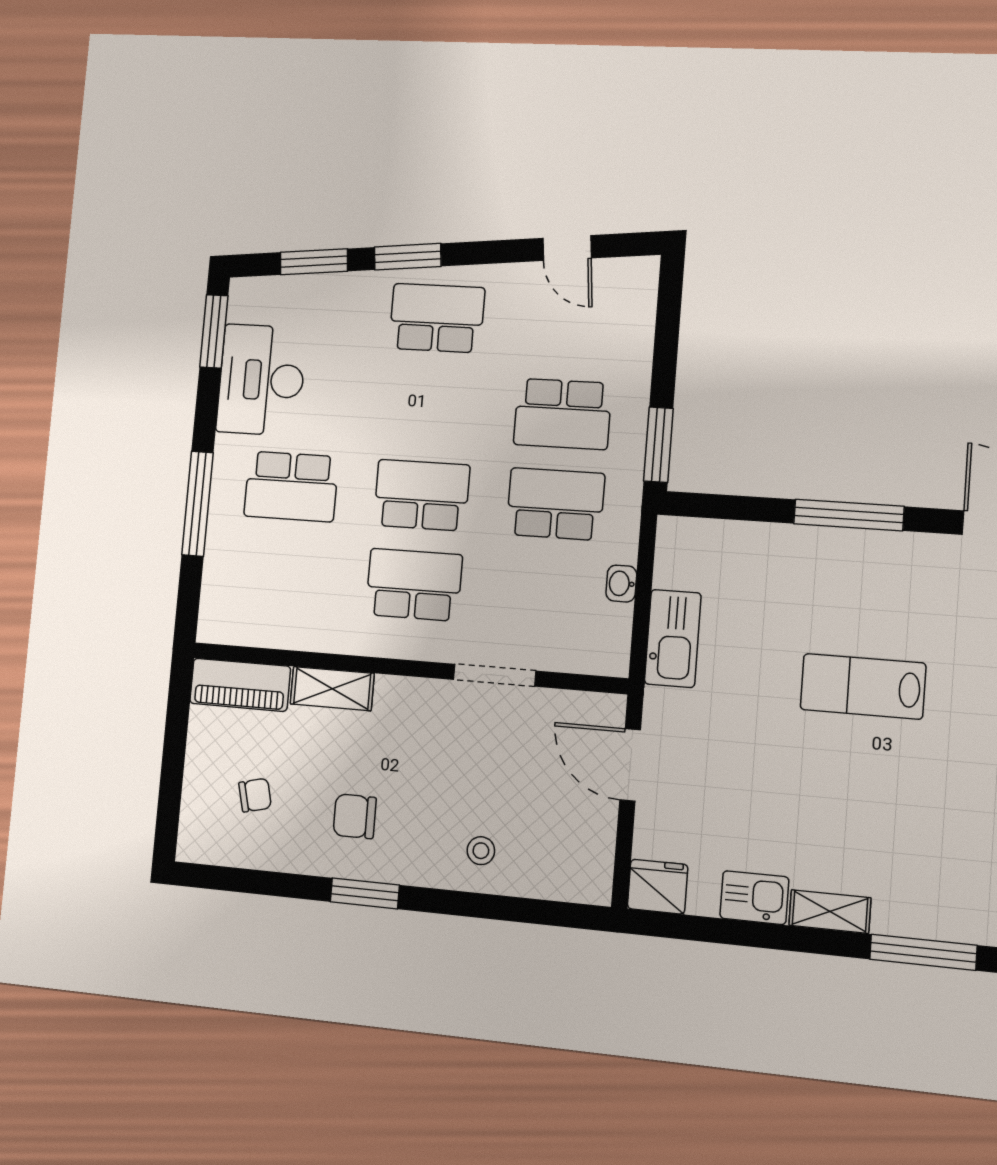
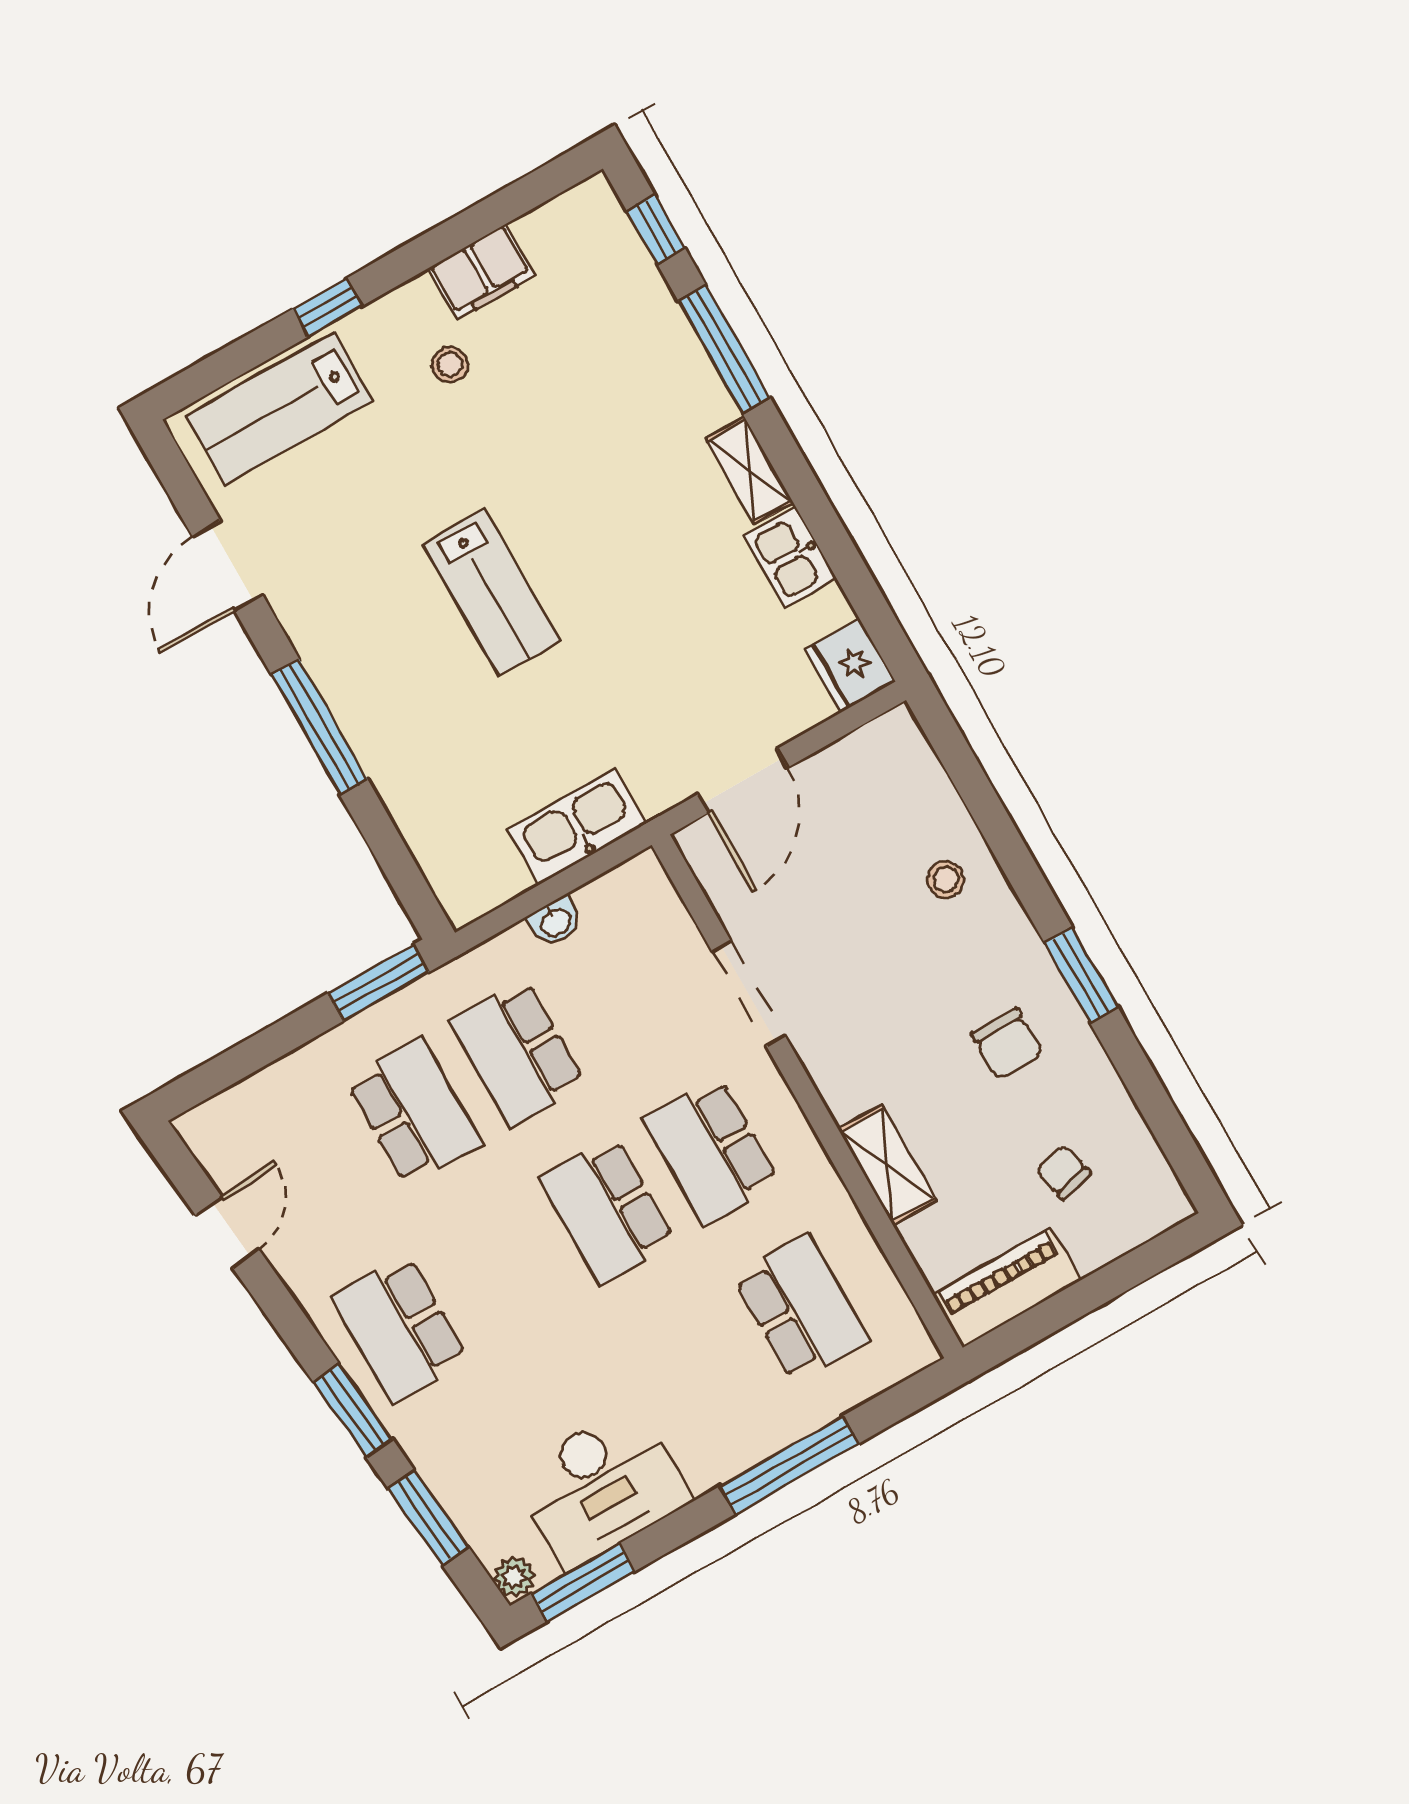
plant: (245, 291) -> (514, 1577), added
school desk: (291, 486) -> (801, 1308), moved
piano: (240, 685) -> (1007, 1288), moved, turned -90

